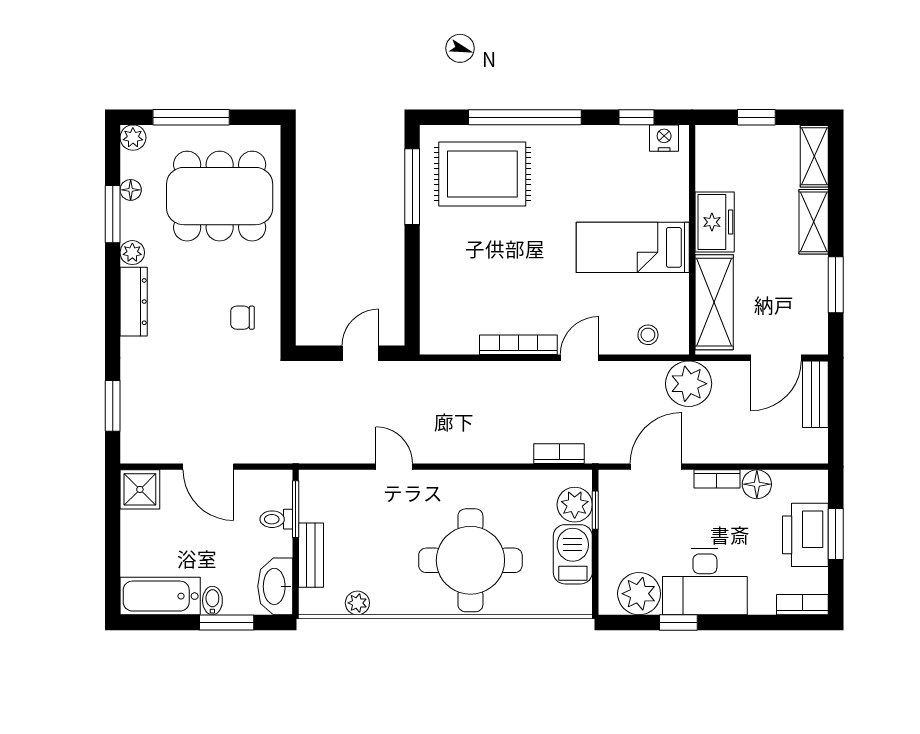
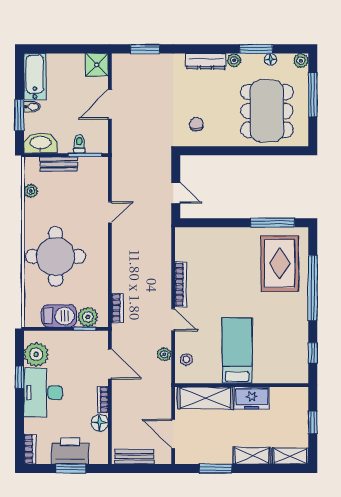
nightstand: (664, 138) -> (301, 369), removed
plant: (689, 384) -> (164, 354), moved, width x0.53, depth x0.53
bench: (815, 394) -> (134, 457), moved

